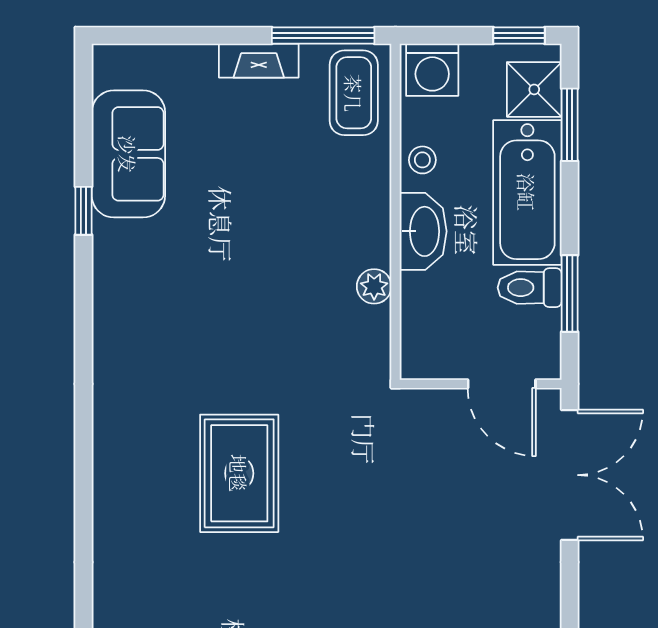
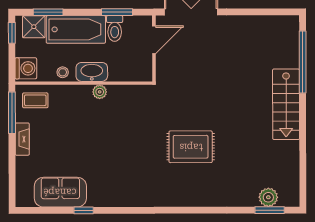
coffee table: (354, 93) -> (35, 100), width x0.73, depth x0.77
plant: (374, 286) -> (100, 92), moved

